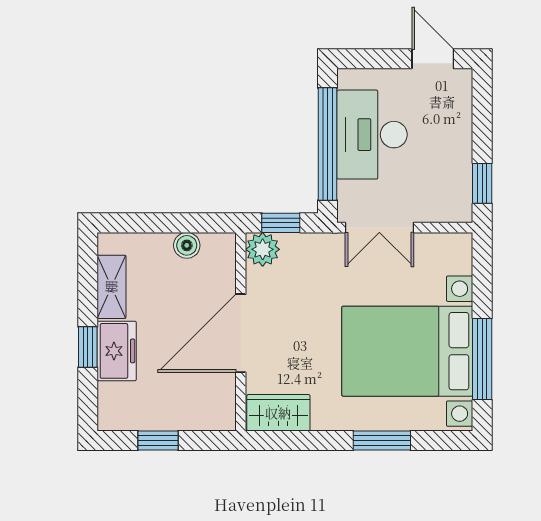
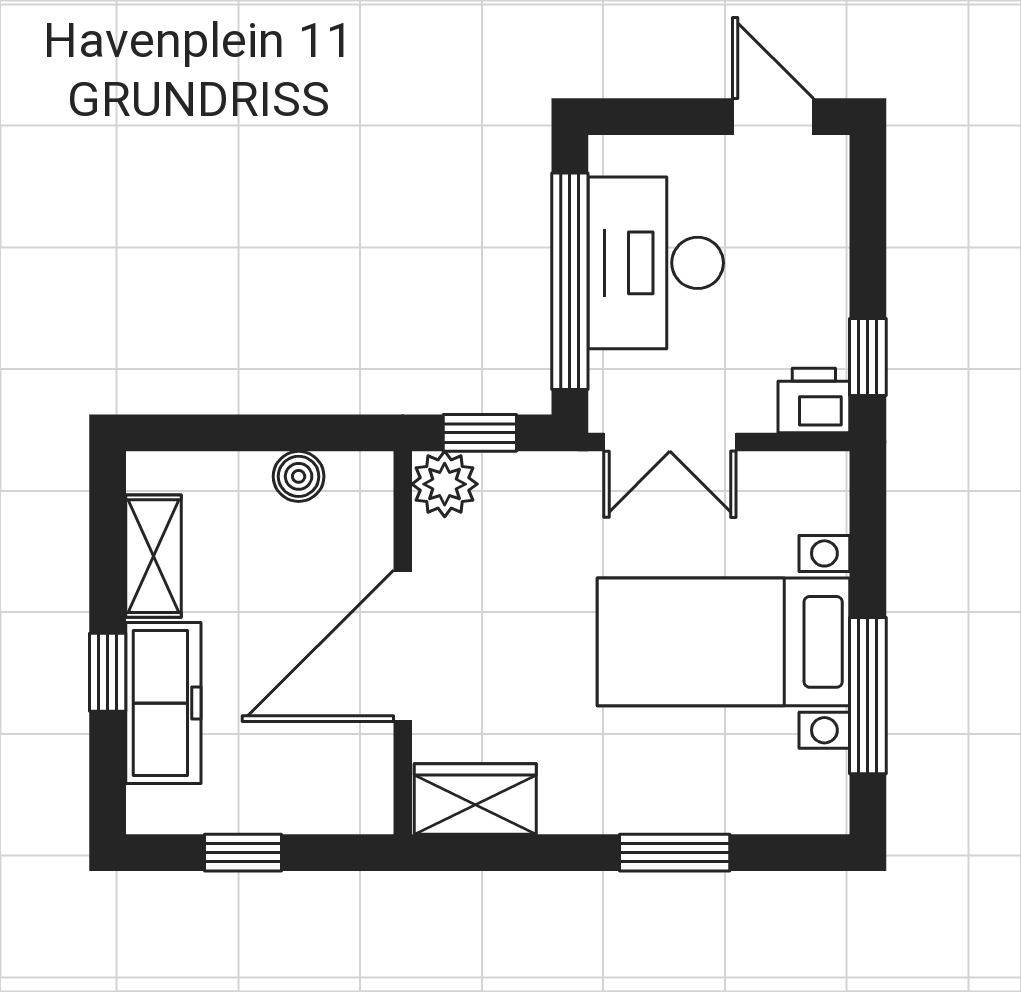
printer: (454, 206) -> (814, 401), added
freezer: (117, 351) -> (163, 703), width x1.40
bed with nightstands: (407, 351) -> (724, 642), width x0.73

